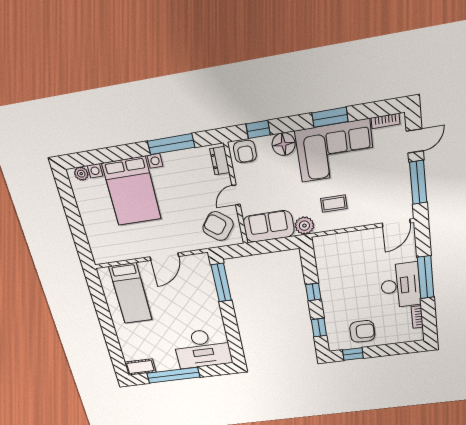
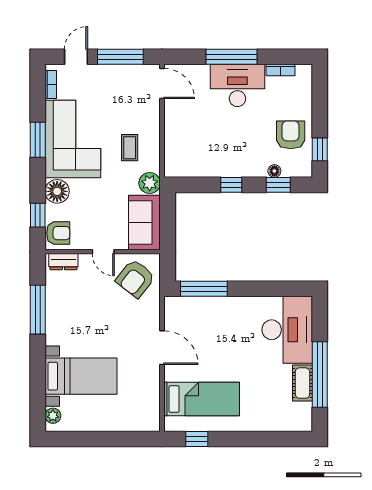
door: (415, 141) -> (76, 57), hinge flipped
bed with nightstands: (132, 191) -> (81, 376), width x0.73
window: (97, 294) -> (197, 439), added
floor lamp: (330, 323) -> (274, 171), added
cot: (140, 367) -> (302, 383), moved

